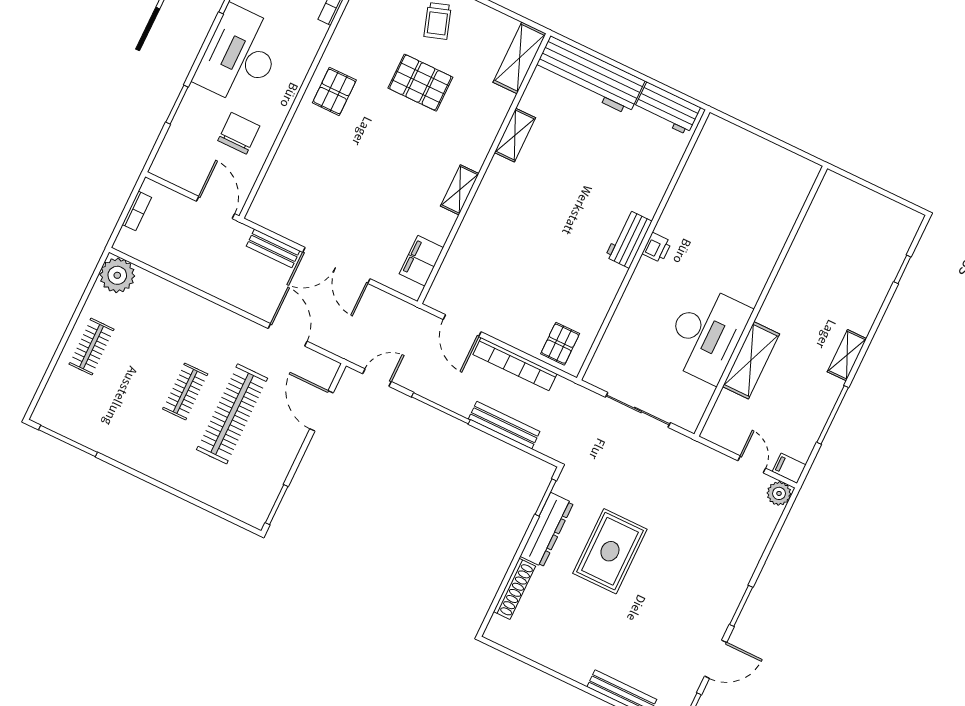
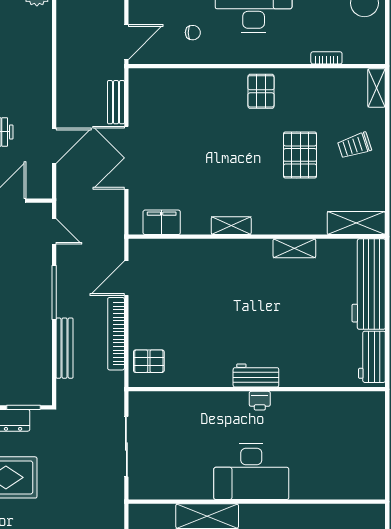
pallet: (334, 91) -> (261, 91), turned 90
chair: (239, 133) -> (193, 33), width x0.54, depth x0.54
desk: (706, 334) -> (251, 472), moved

